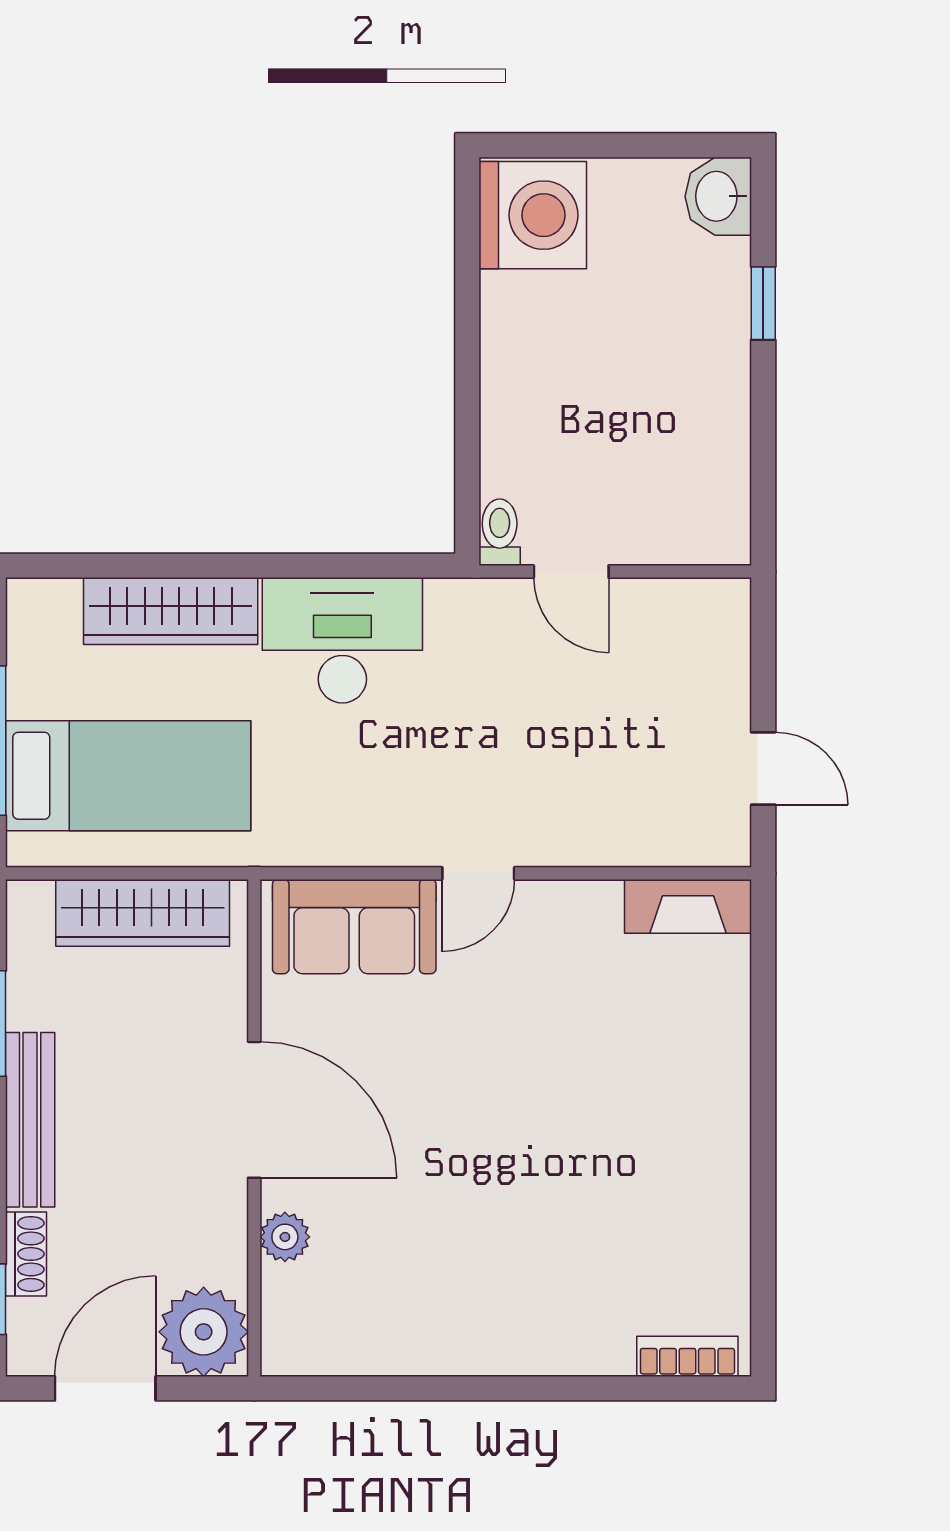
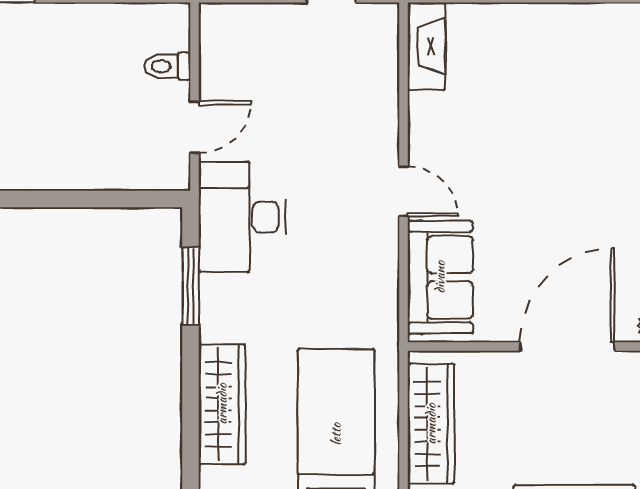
toilet: (500, 532) -> (167, 66), moved
window: (342, 566) -> (190, 286), added
desk: (342, 640) -> (242, 217), moved

